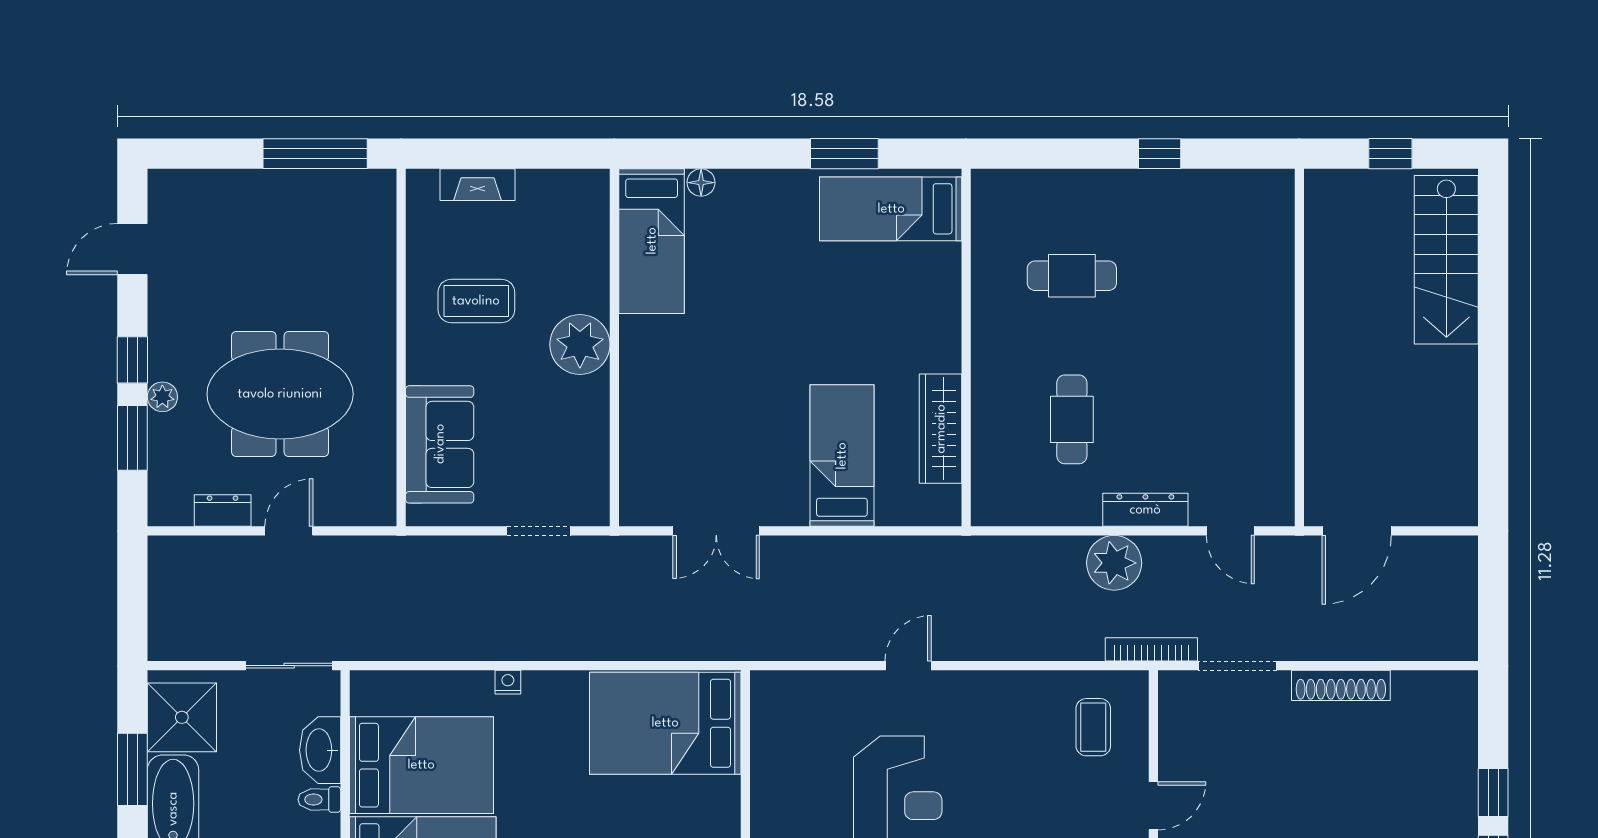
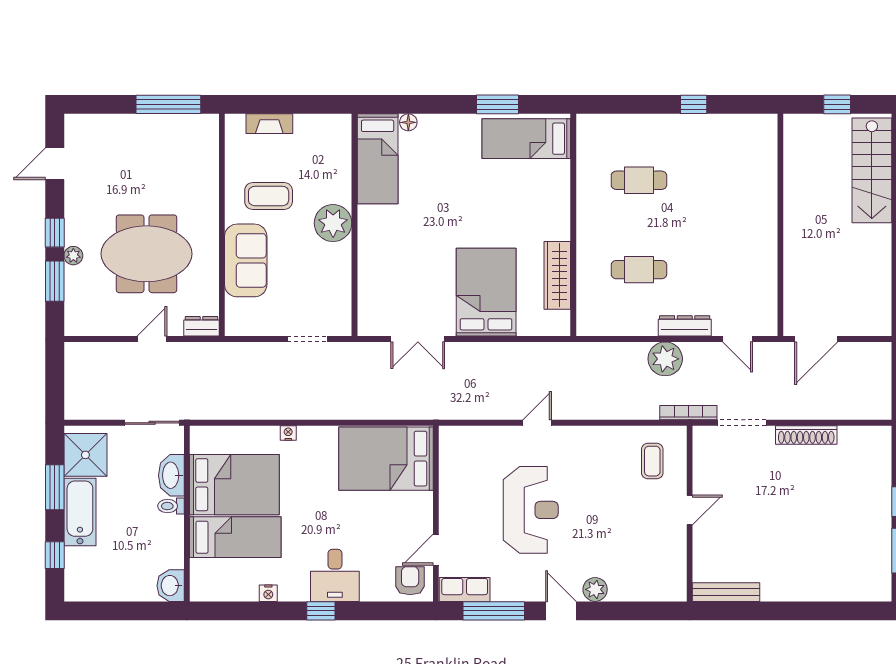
cafe table: (1072, 419) -> (639, 270), turned 90
sofa: (440, 444) -> (246, 260), moved
bed: (842, 456) -> (486, 292), width x1.50
dresser: (223, 511) -> (201, 326), moved

